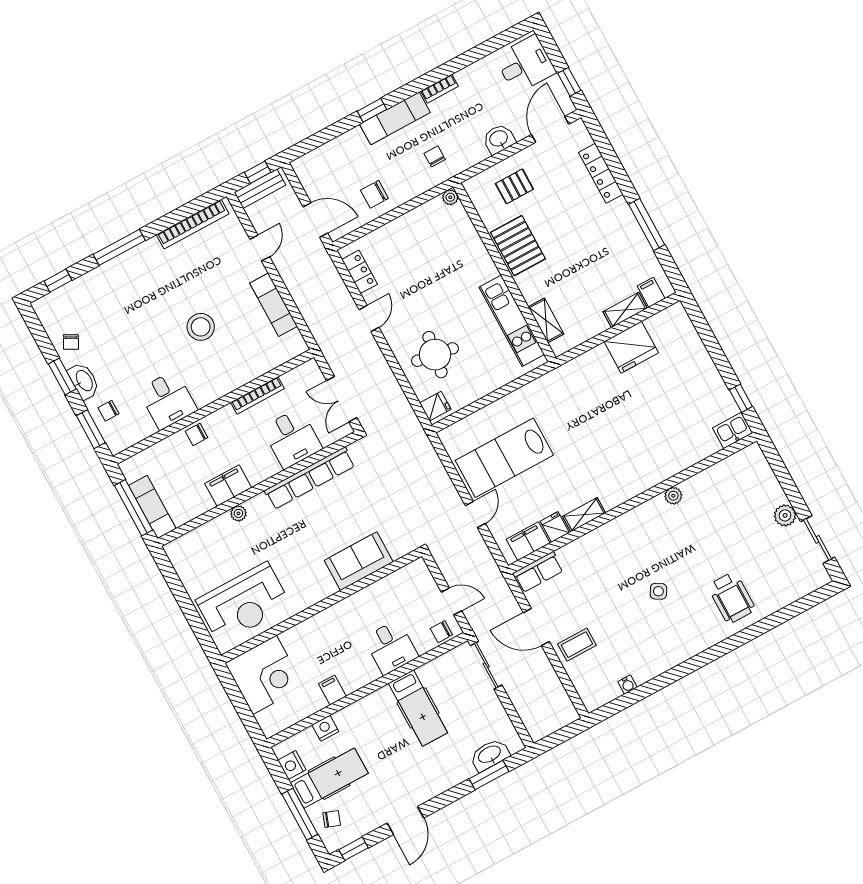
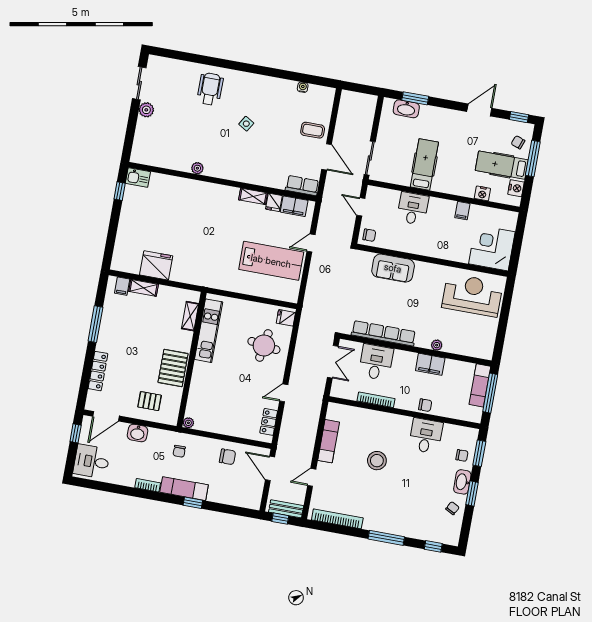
chair: (441, 632) -> (369, 235), moved

